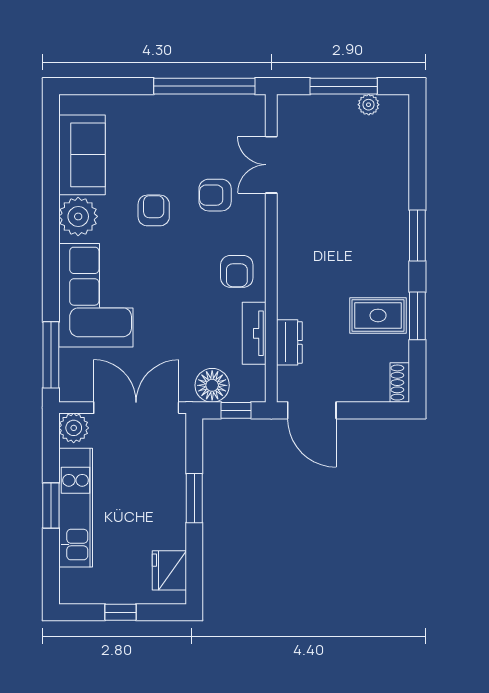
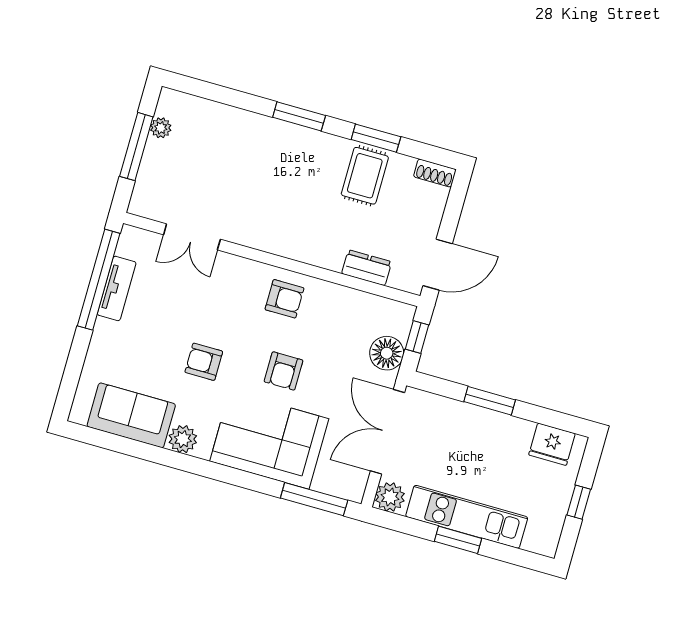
armchair: (215, 195) -> (284, 371), moved
plant: (78, 216) -> (183, 439), width x0.73, depth x0.73
tv unit: (254, 333) -> (117, 288), moved, turned -90

